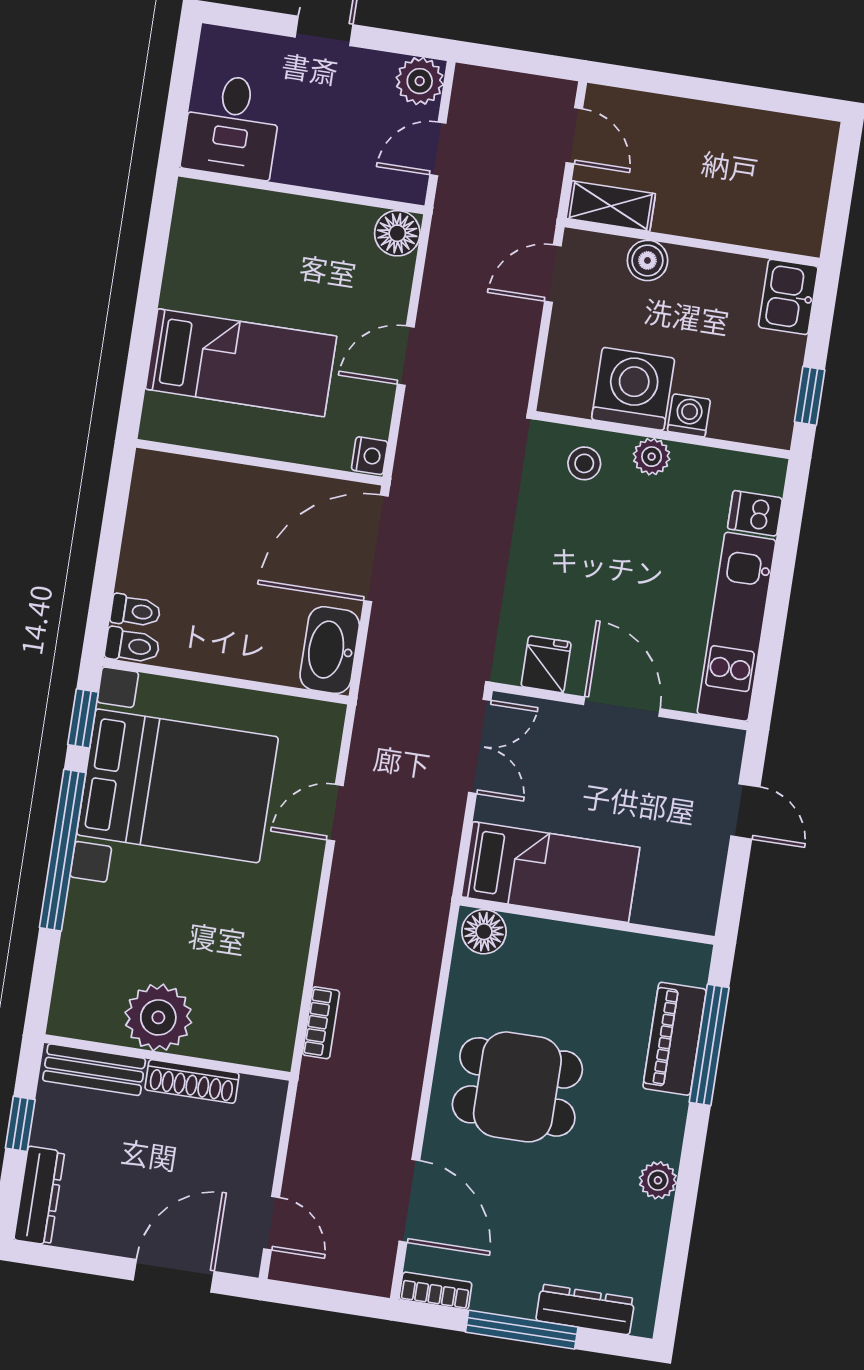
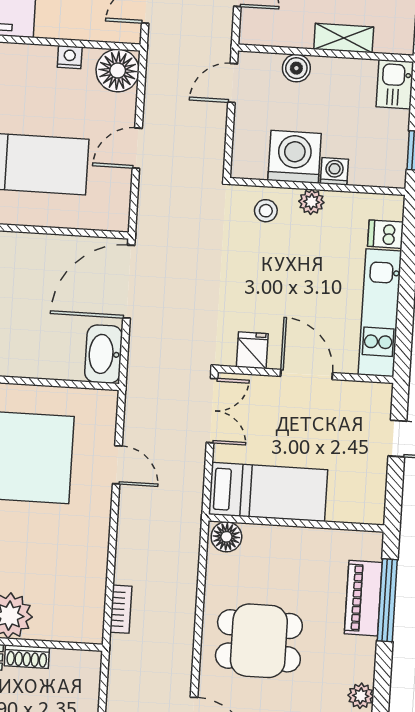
shelving: (611, 206) -> (344, 38), moved
floor lamp: (397, 233) -> (118, 71), width x1.38, depth x1.38
nightstand: (370, 456) -> (70, 57), moved, turned -90
door: (335, 813) -> (117, 465), swing flipped
shoe rack: (192, 1081) -> (27, 657), width x0.70

